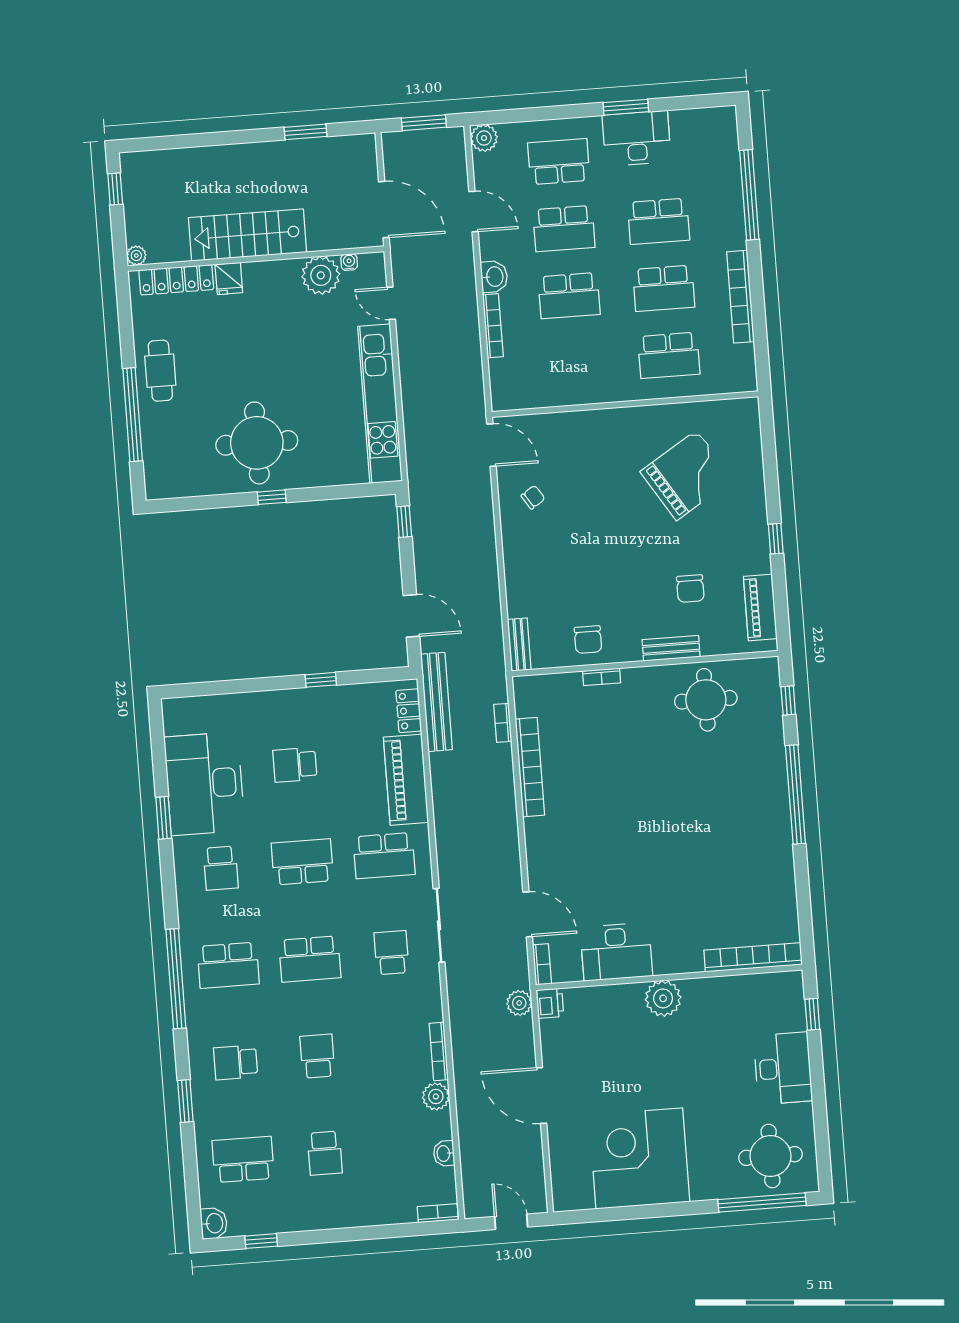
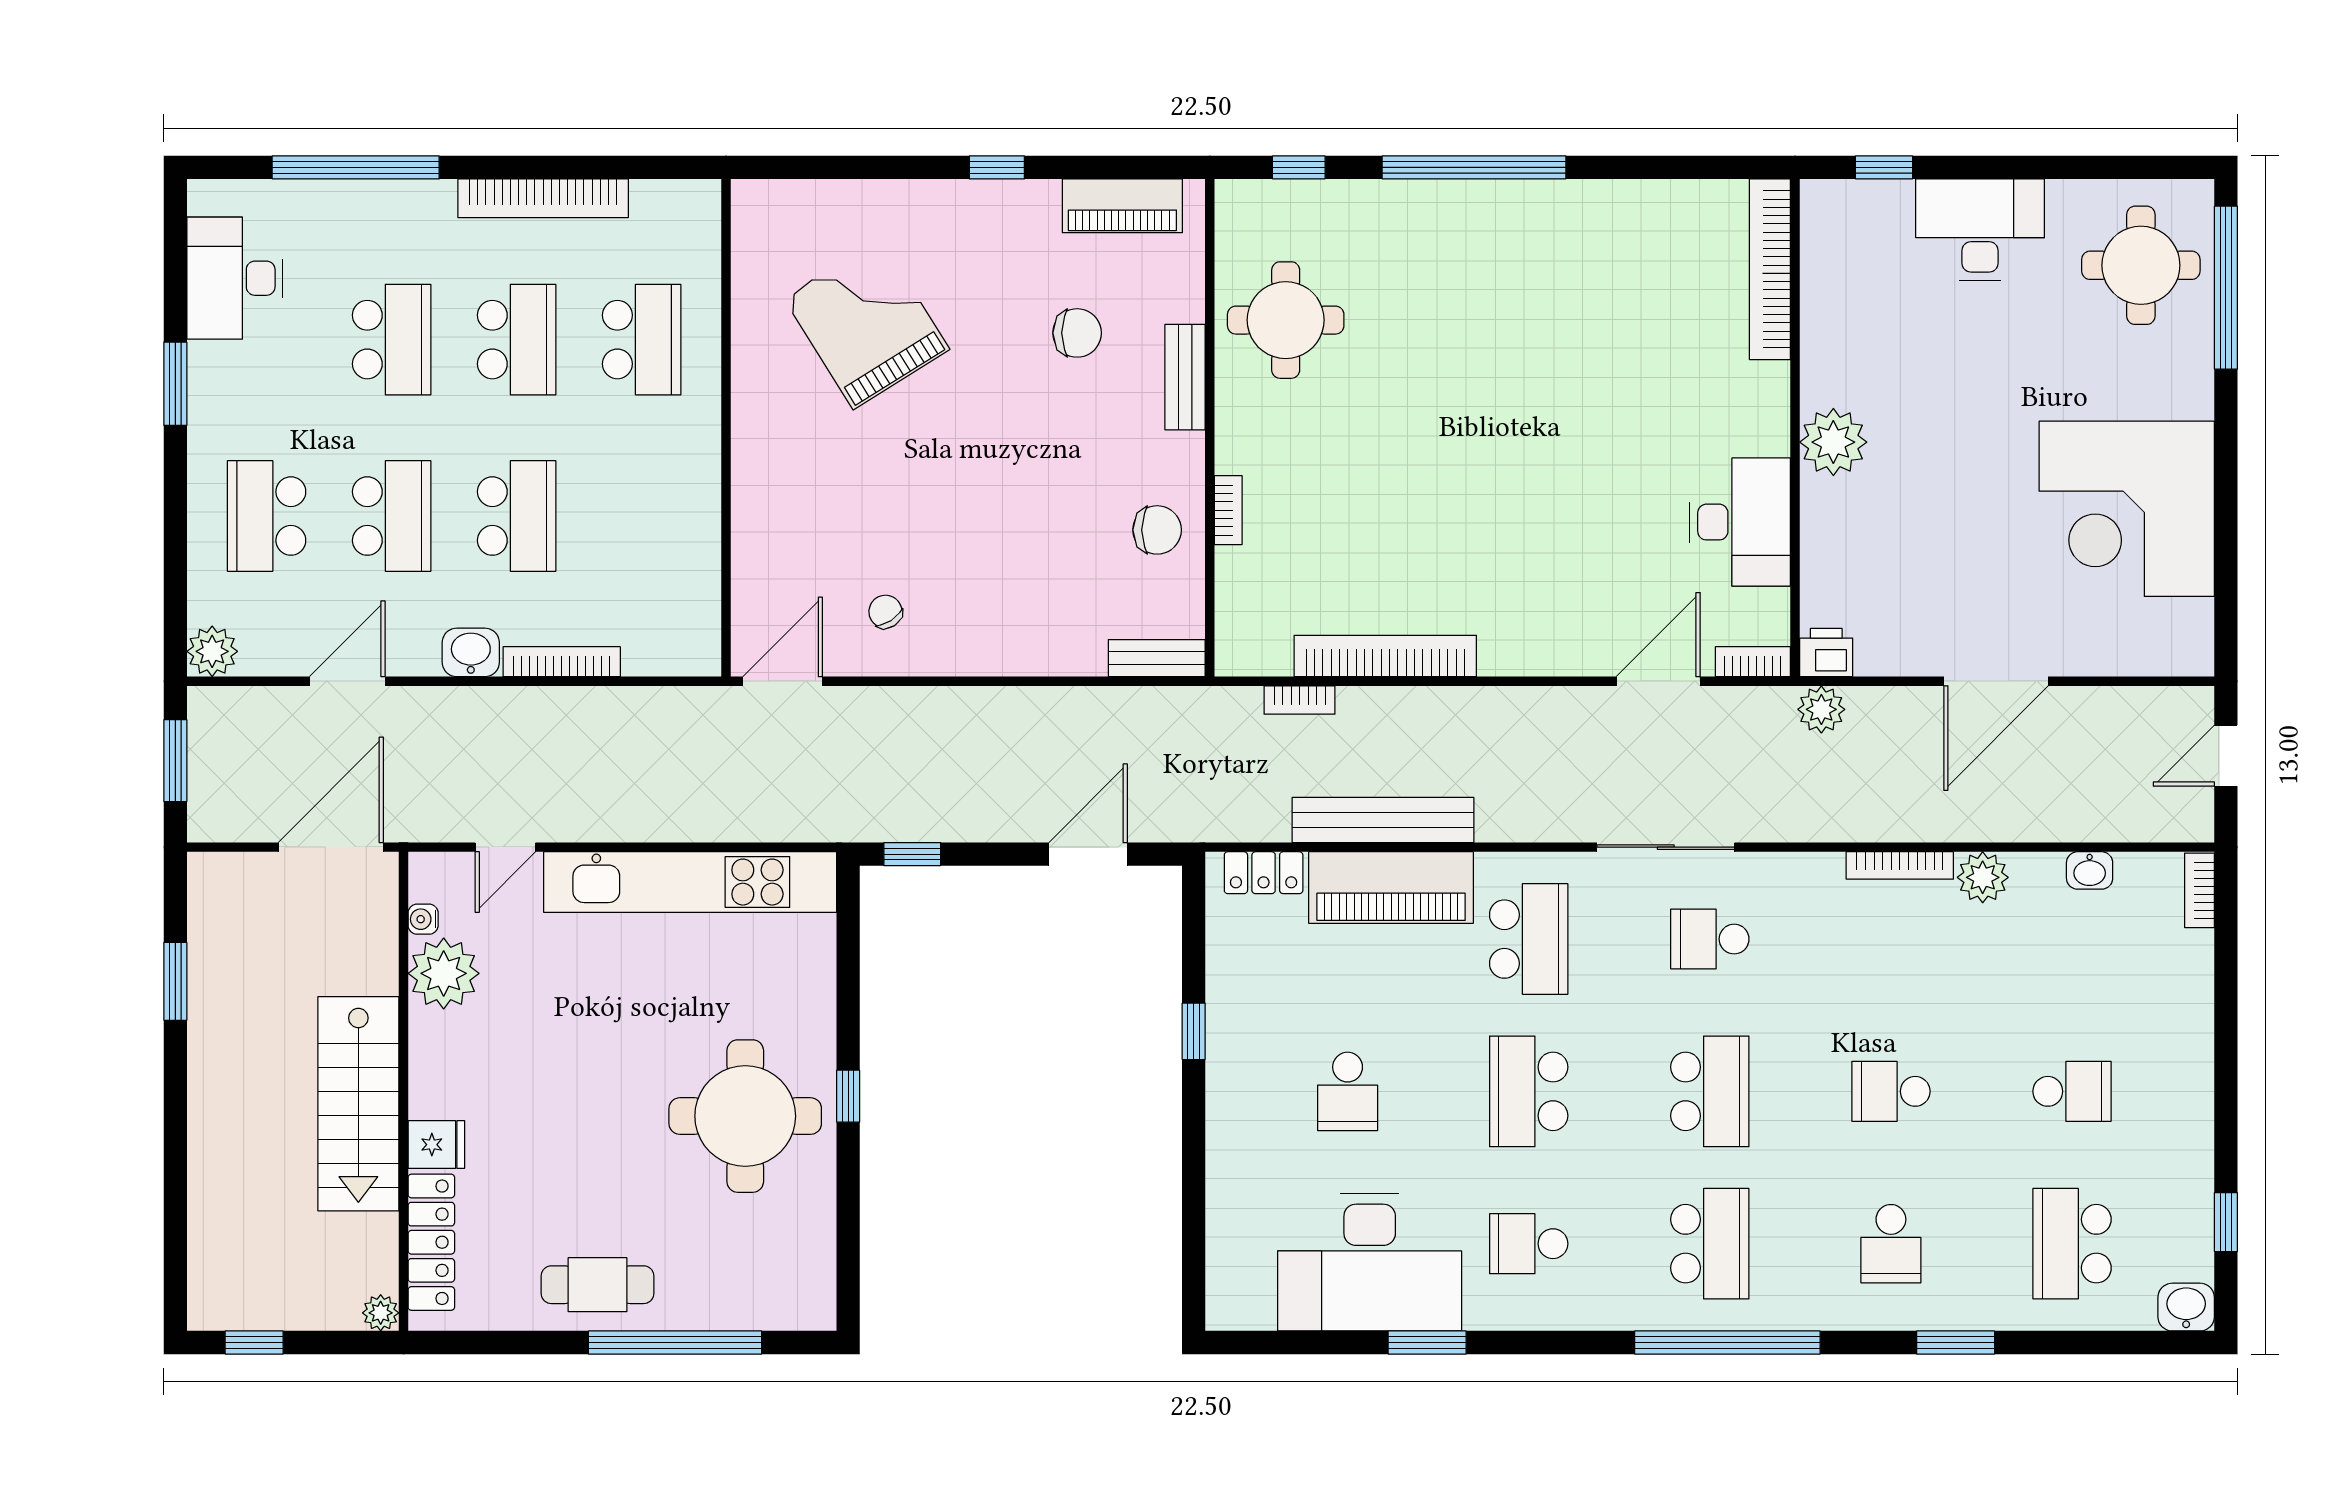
desk: (637, 138) -> (235, 278), moved
bench: (436, 702) -> (1383, 820), moved
school desk: (221, 868) -> (1529, 1244), turned 180

